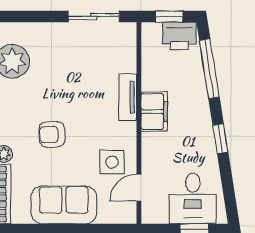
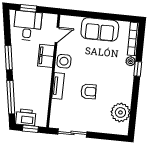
filing cabinet: (154, 111) -> (46, 56), moved
armchair: (52, 134) -> (88, 91), moved
window: (220, 139) -> (9, 58), width x1.50
side table: (112, 162) -> (64, 61), moved

